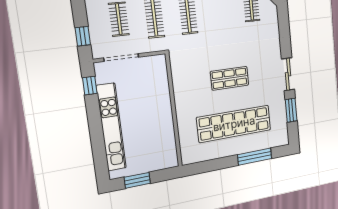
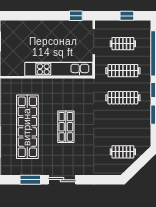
window: (83, 36) -> (127, 16), moved
kitchen unit: (111, 127) -> (59, 69), moved, turned 180

